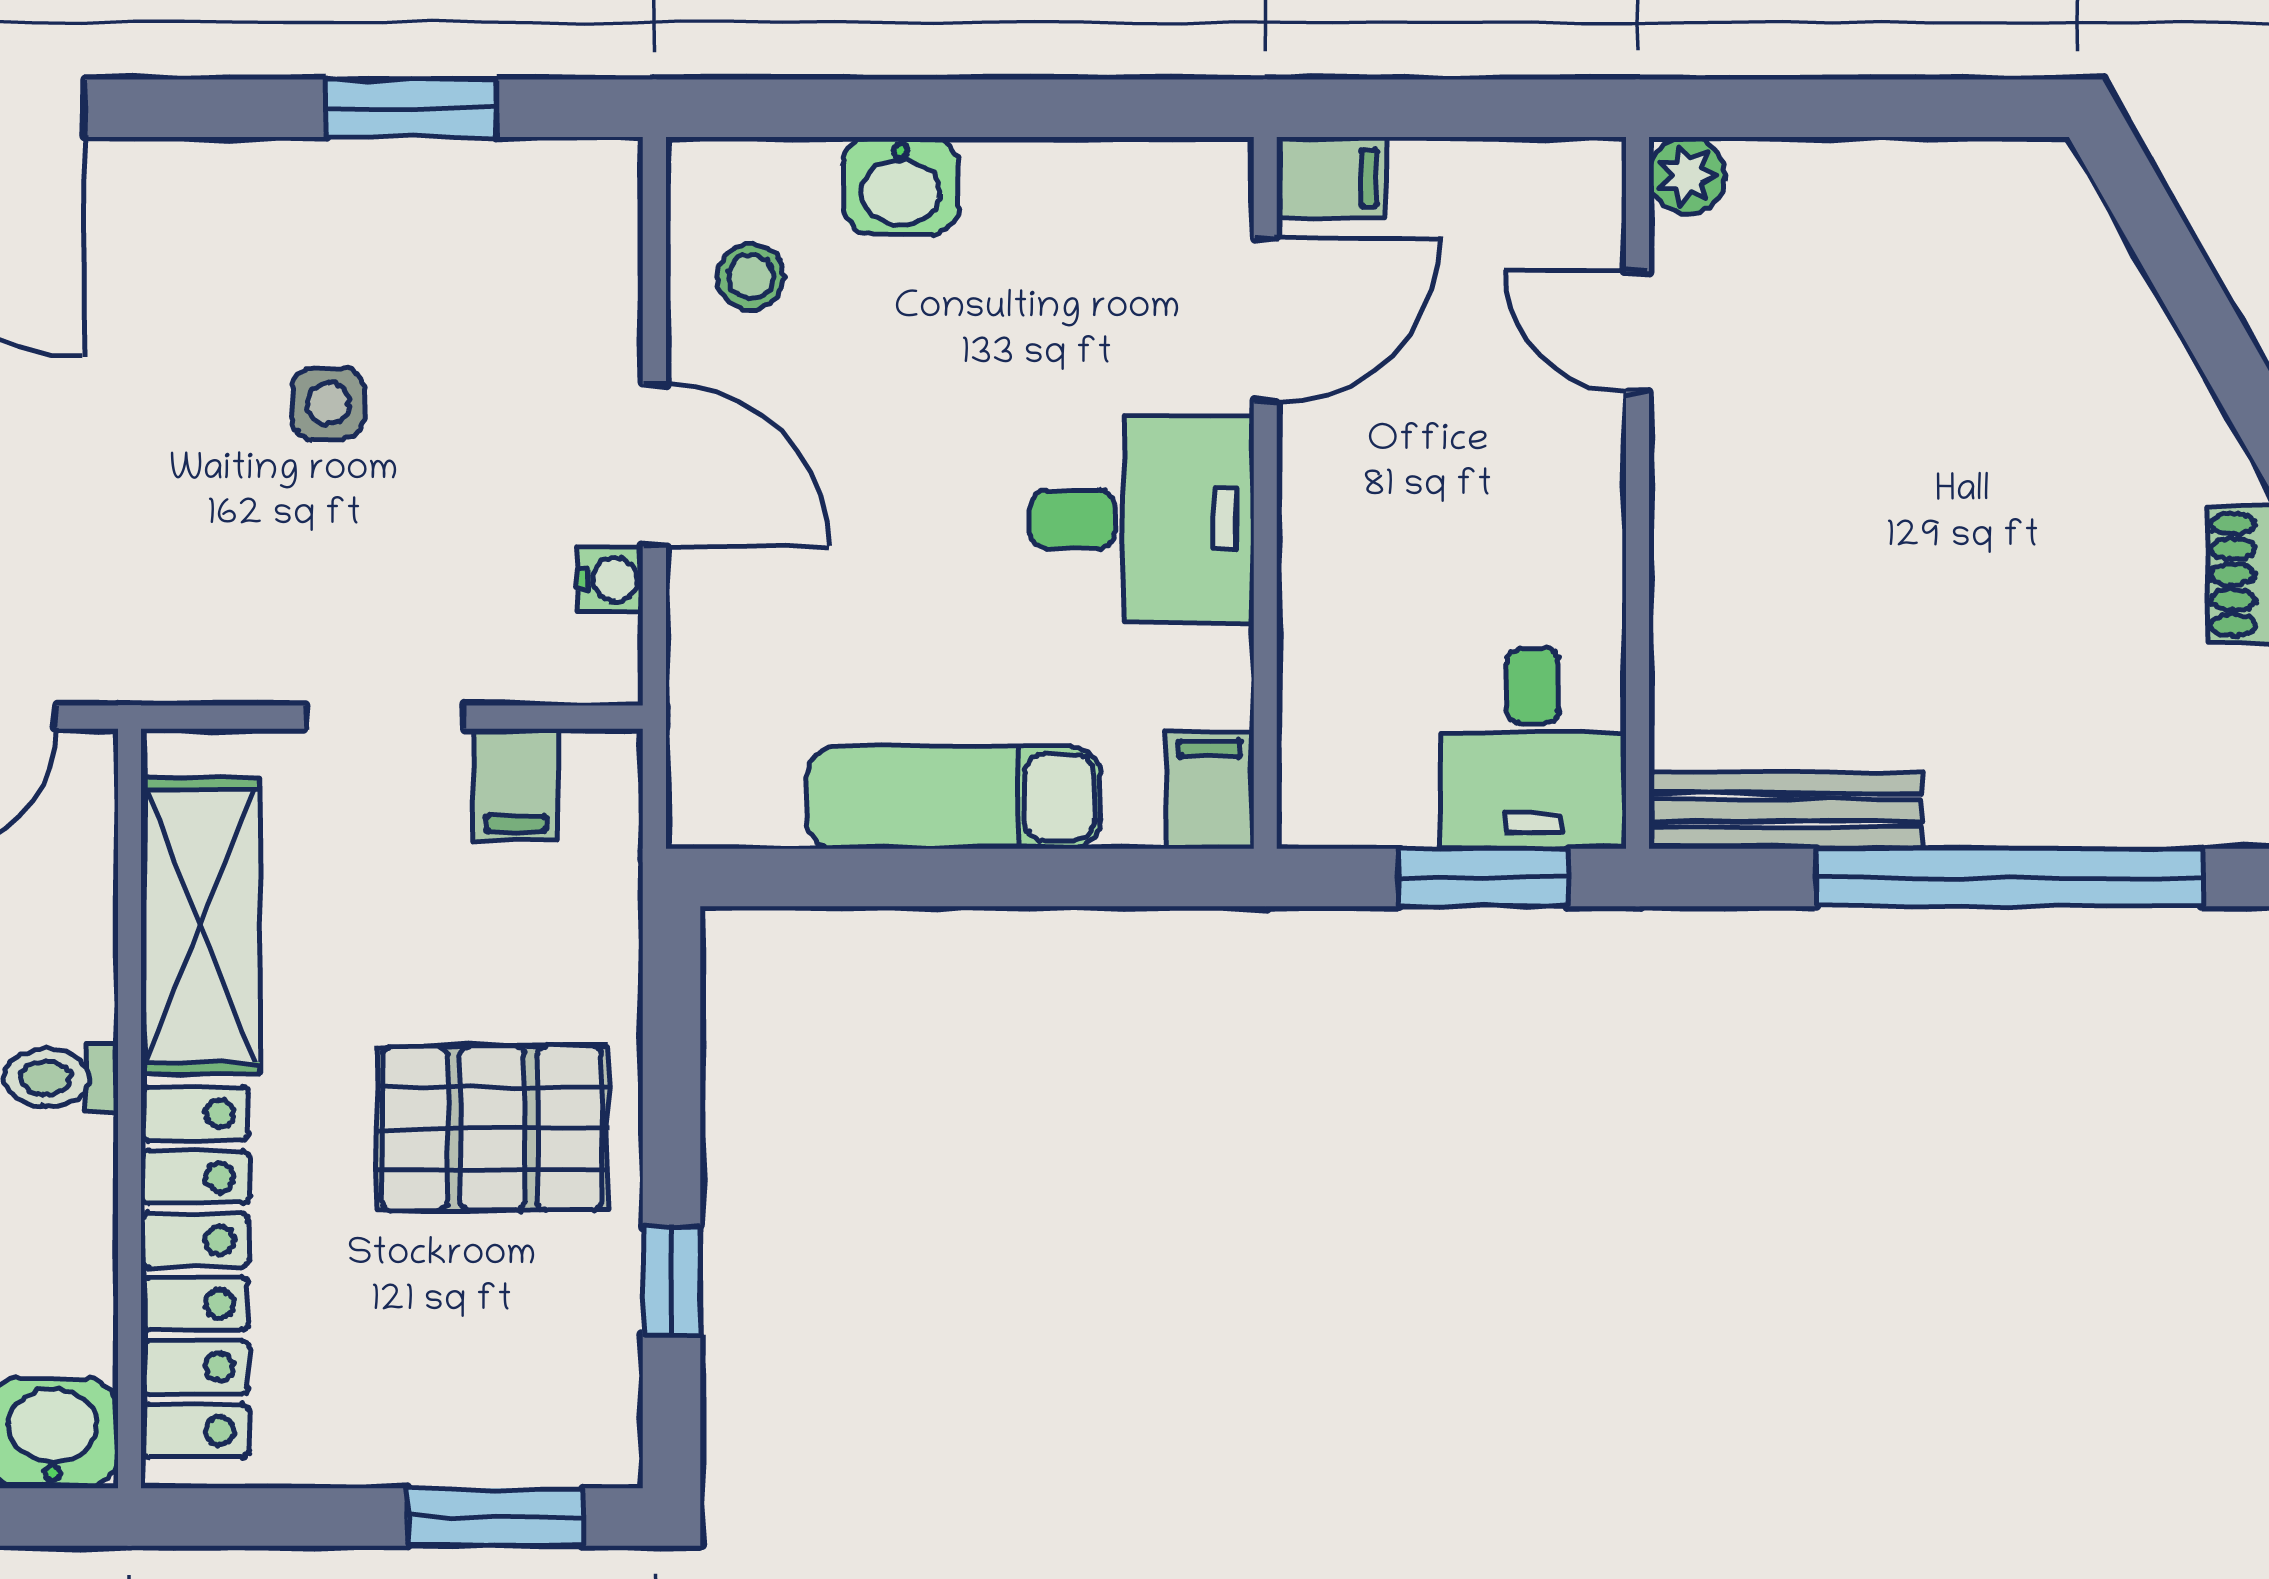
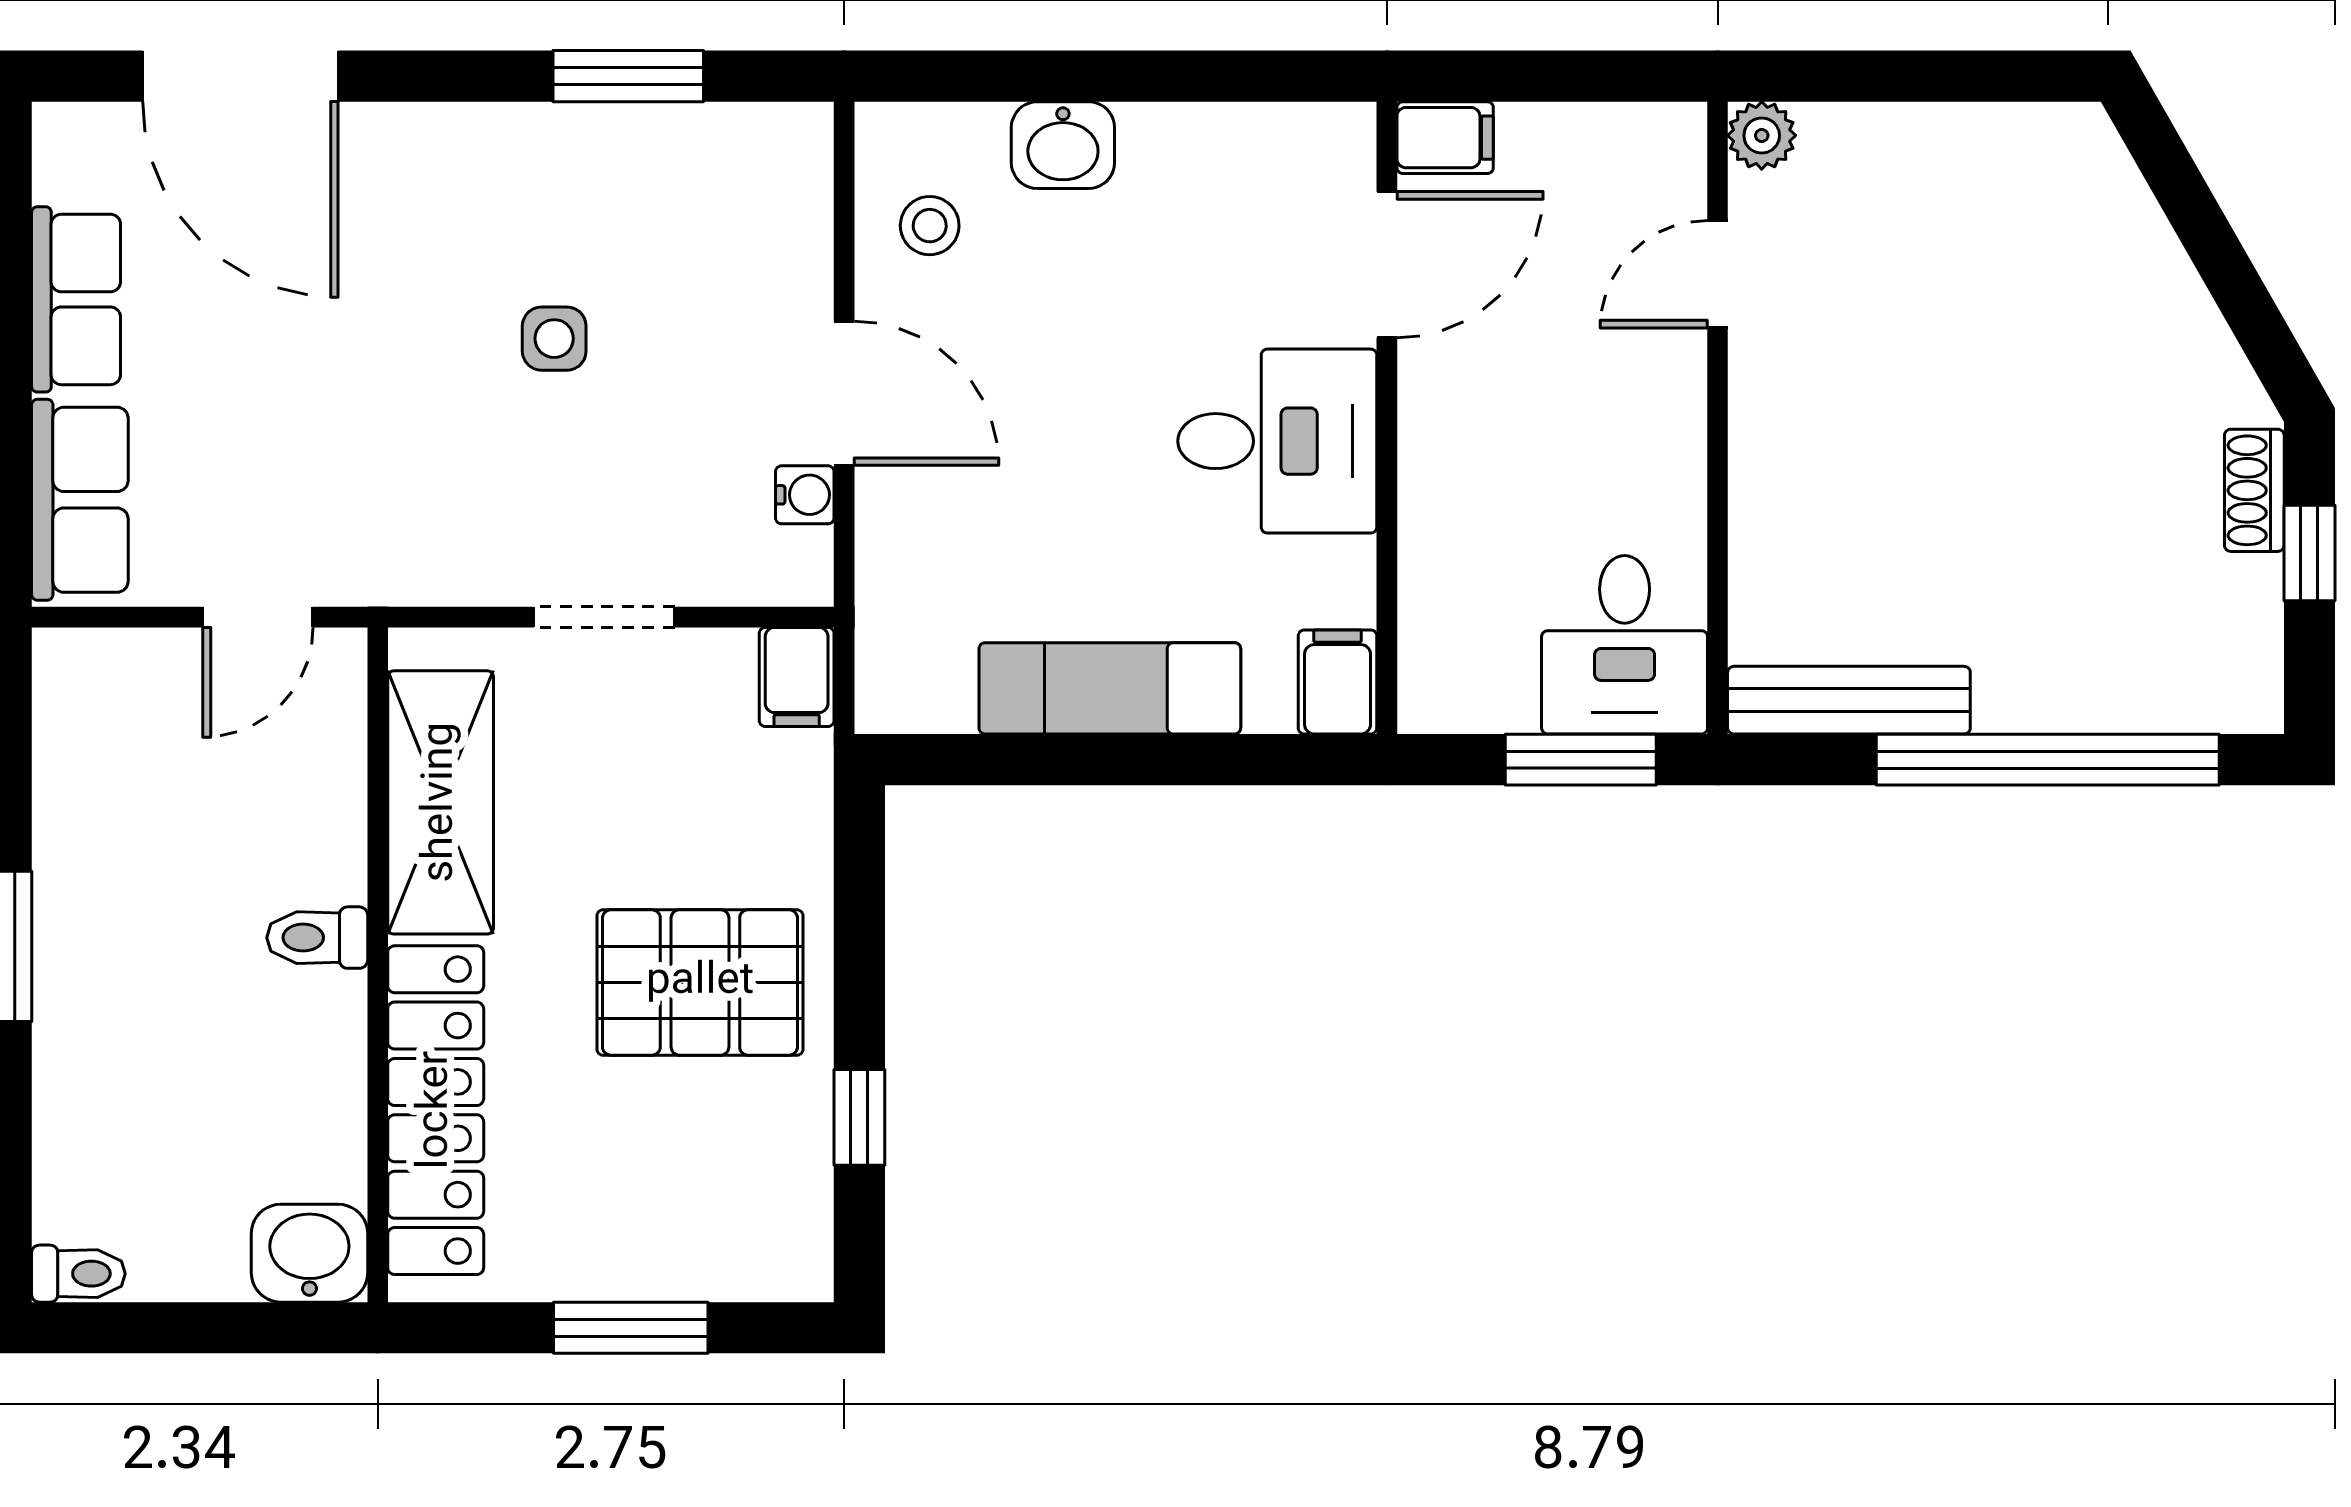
door: (1637, 331) -> (1718, 274), hinge flipped
filing cabinet: (516, 785) -> (797, 677), moved
window: (495, 1517) -> (631, 1328), moved

